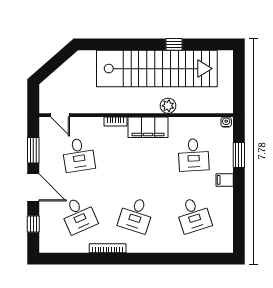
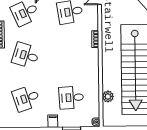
plant: (168, 106) -> (108, 96), moved
filing cabinet: (148, 127) -> (91, 63), removed

